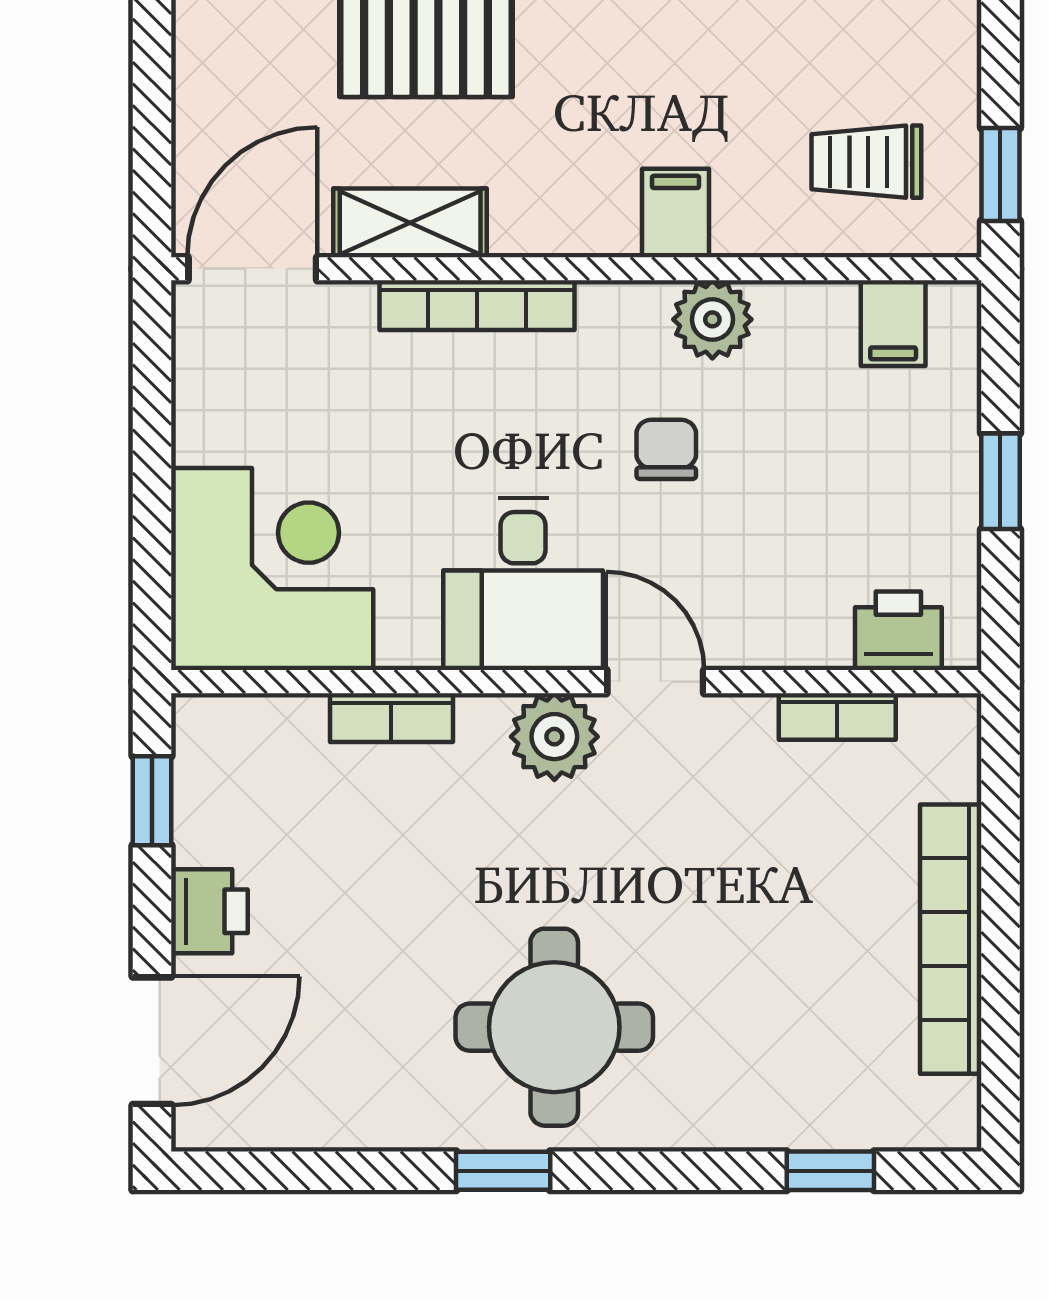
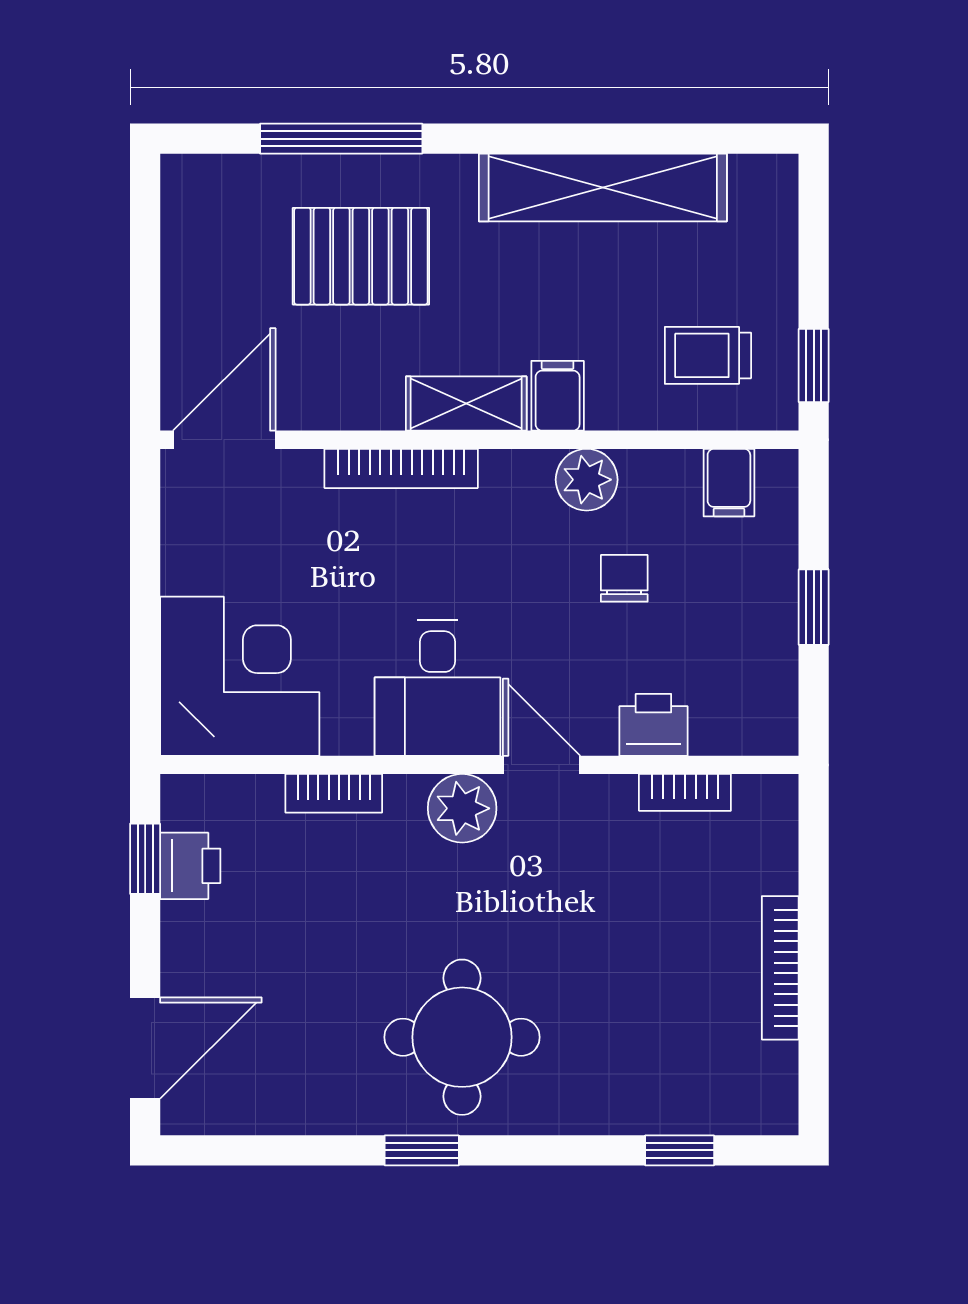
shelving: (410, 223) -> (466, 404), moved
chair: (666, 449) -> (624, 578), moved
printer: (898, 631) -> (653, 725), moved
printer: (209, 911) -> (190, 866), moved
bookcase: (951, 939) -> (780, 968), width x0.68, depth x0.76

